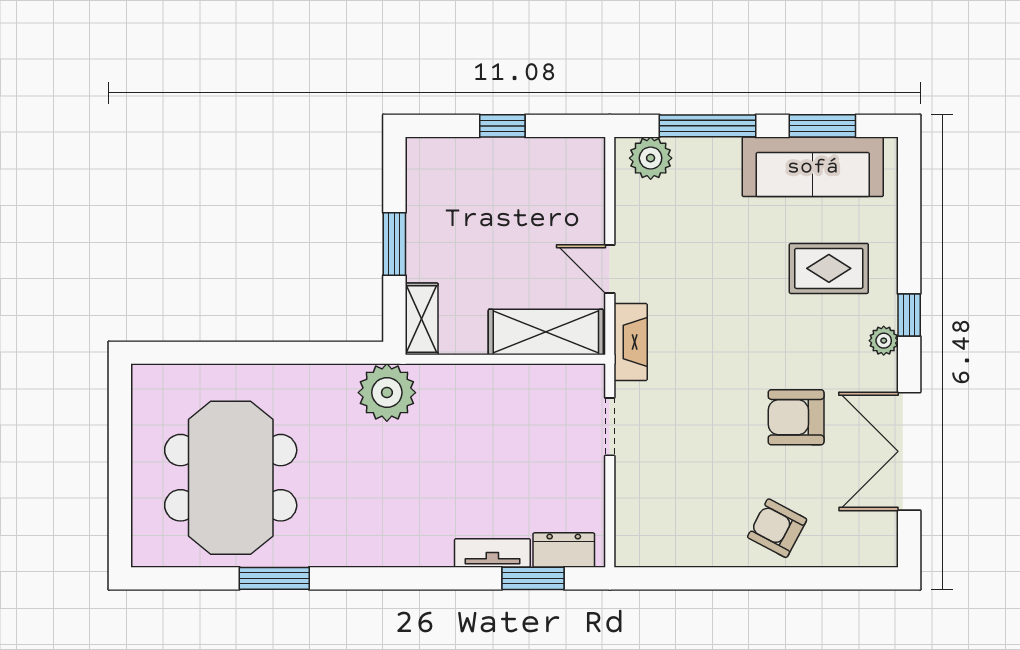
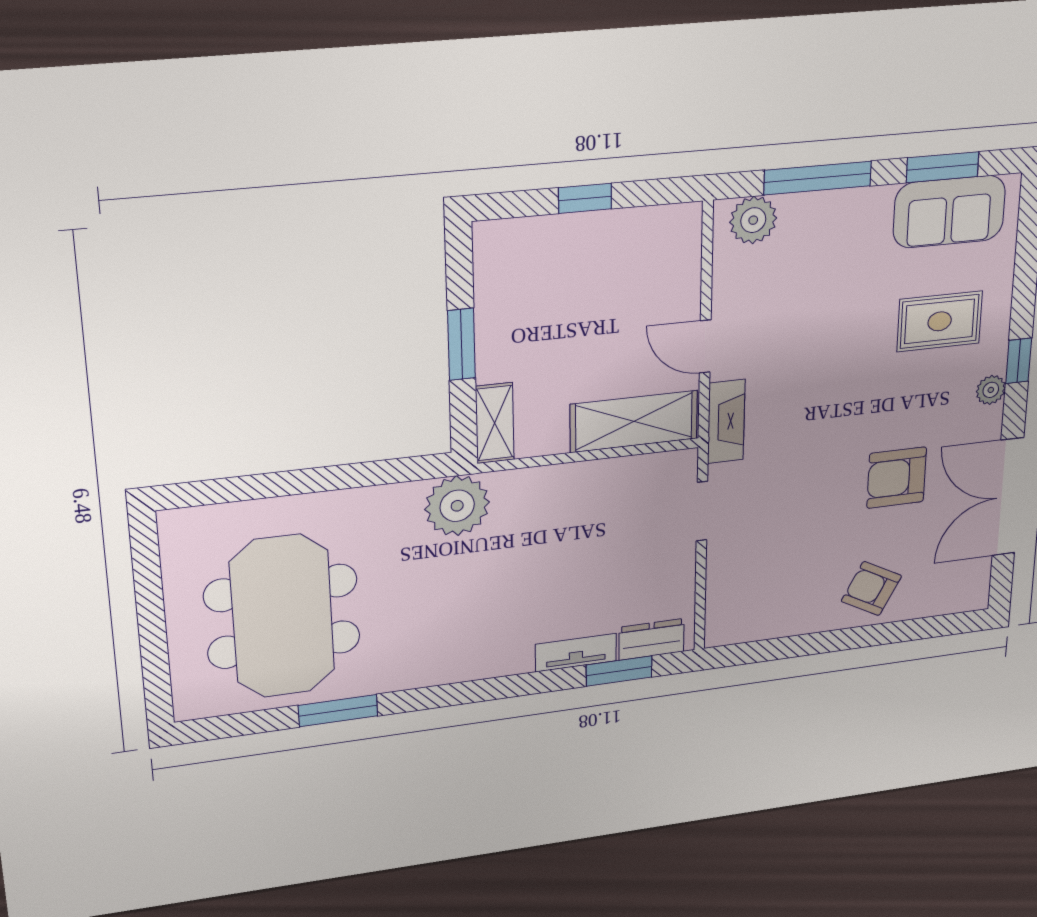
sofa: (813, 167) -> (949, 212), width x0.73

